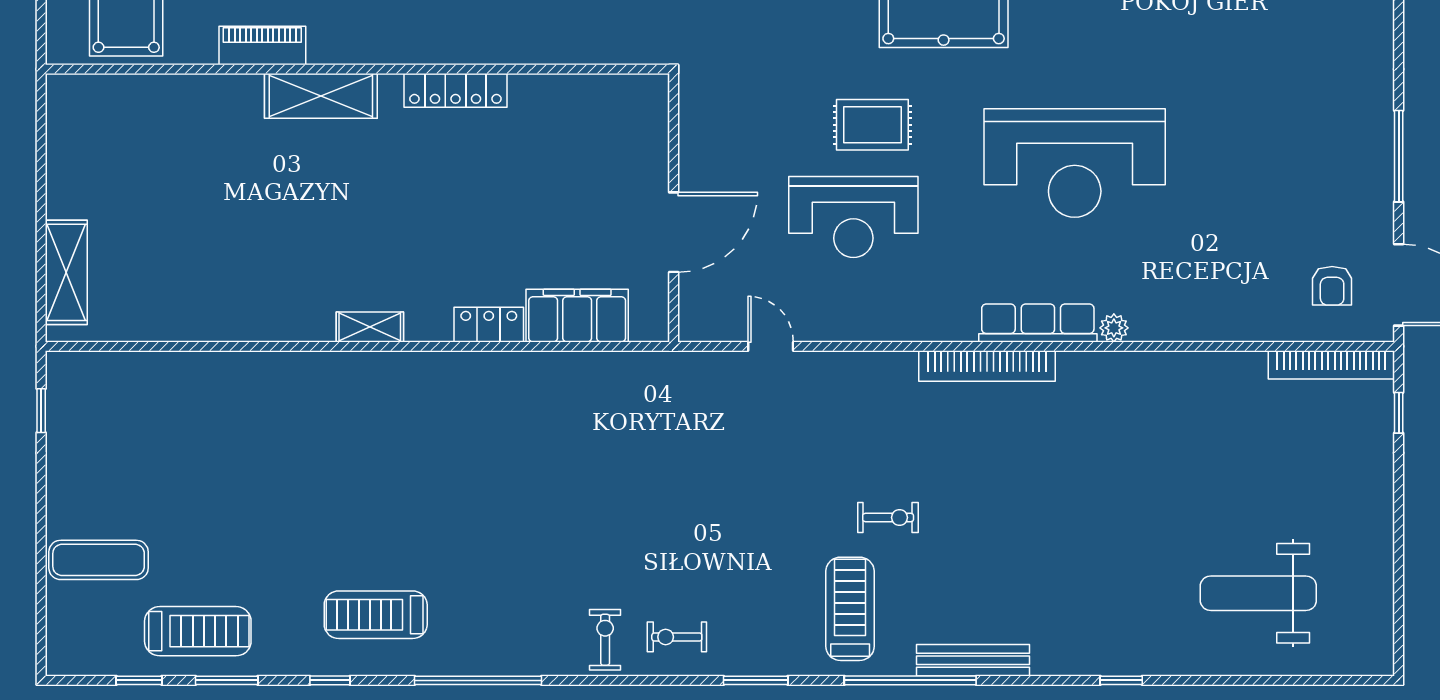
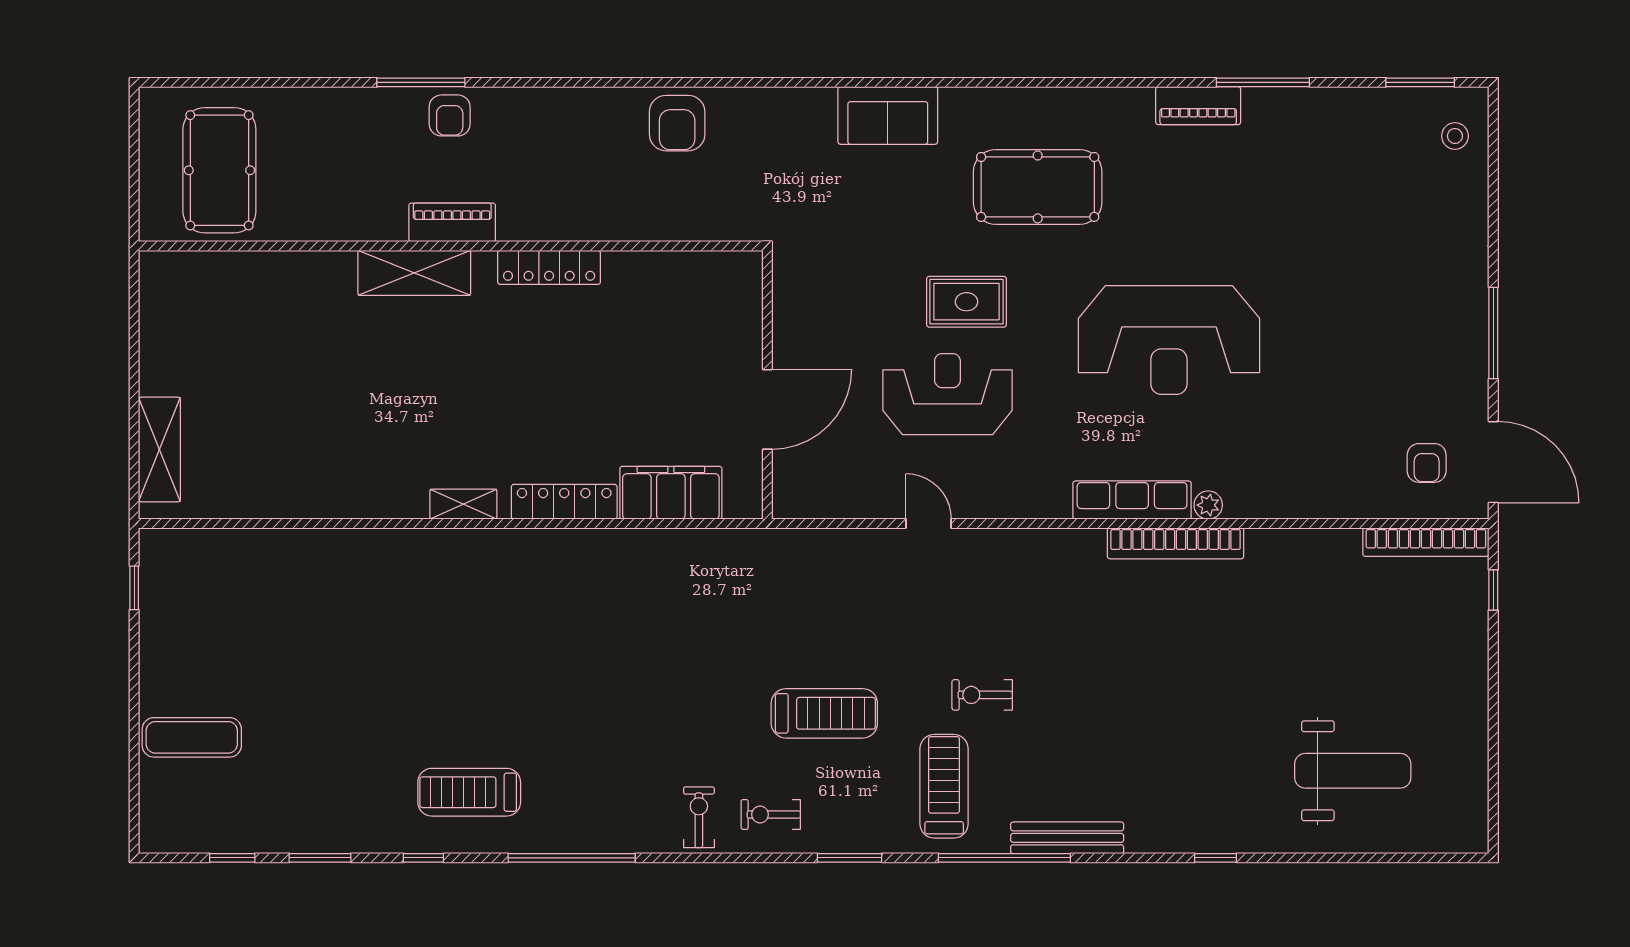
piano: (262, 46) -> (452, 222), moved
reception desk: (853, 217) -> (947, 394), turned 180
locker: (489, 325) -> (564, 502), width x1.53
door: (771, 346) -> (928, 524), moved
bookcase: (987, 366) -> (1176, 543), moved
exercise bike: (888, 518) -> (982, 695), turned 180
weight bench: (1258, 593) -> (1353, 771), turned 180
treadmill: (198, 631) -> (824, 713), moved

